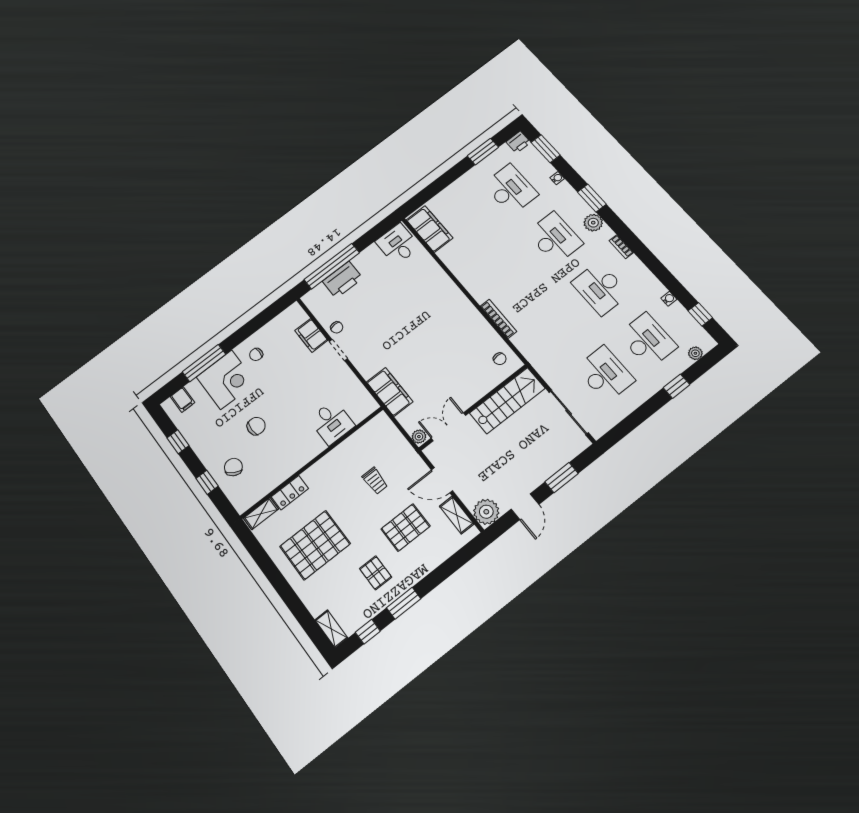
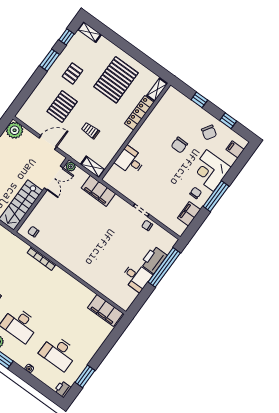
window: (546, 149) -> (43, 388), removed
desk: (398, 244) -> (136, 277), moved
filing cabinet: (311, 335) -> (189, 214), moved, turned -90
window: (204, 363) -> (216, 196), moved
chair: (233, 467) -> (209, 132), moved
locker: (290, 493) -> (139, 113), width x1.53
shelving: (457, 515) -> (93, 167), moved
pallet: (376, 573) -> (72, 73), turned 90

